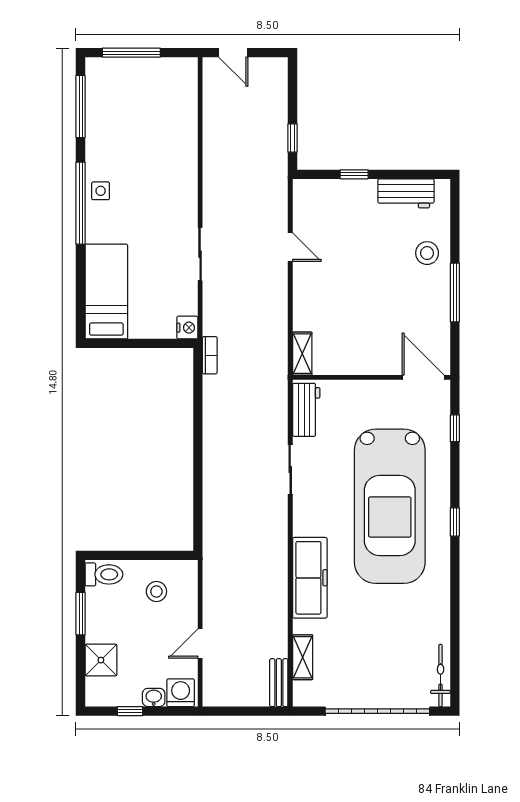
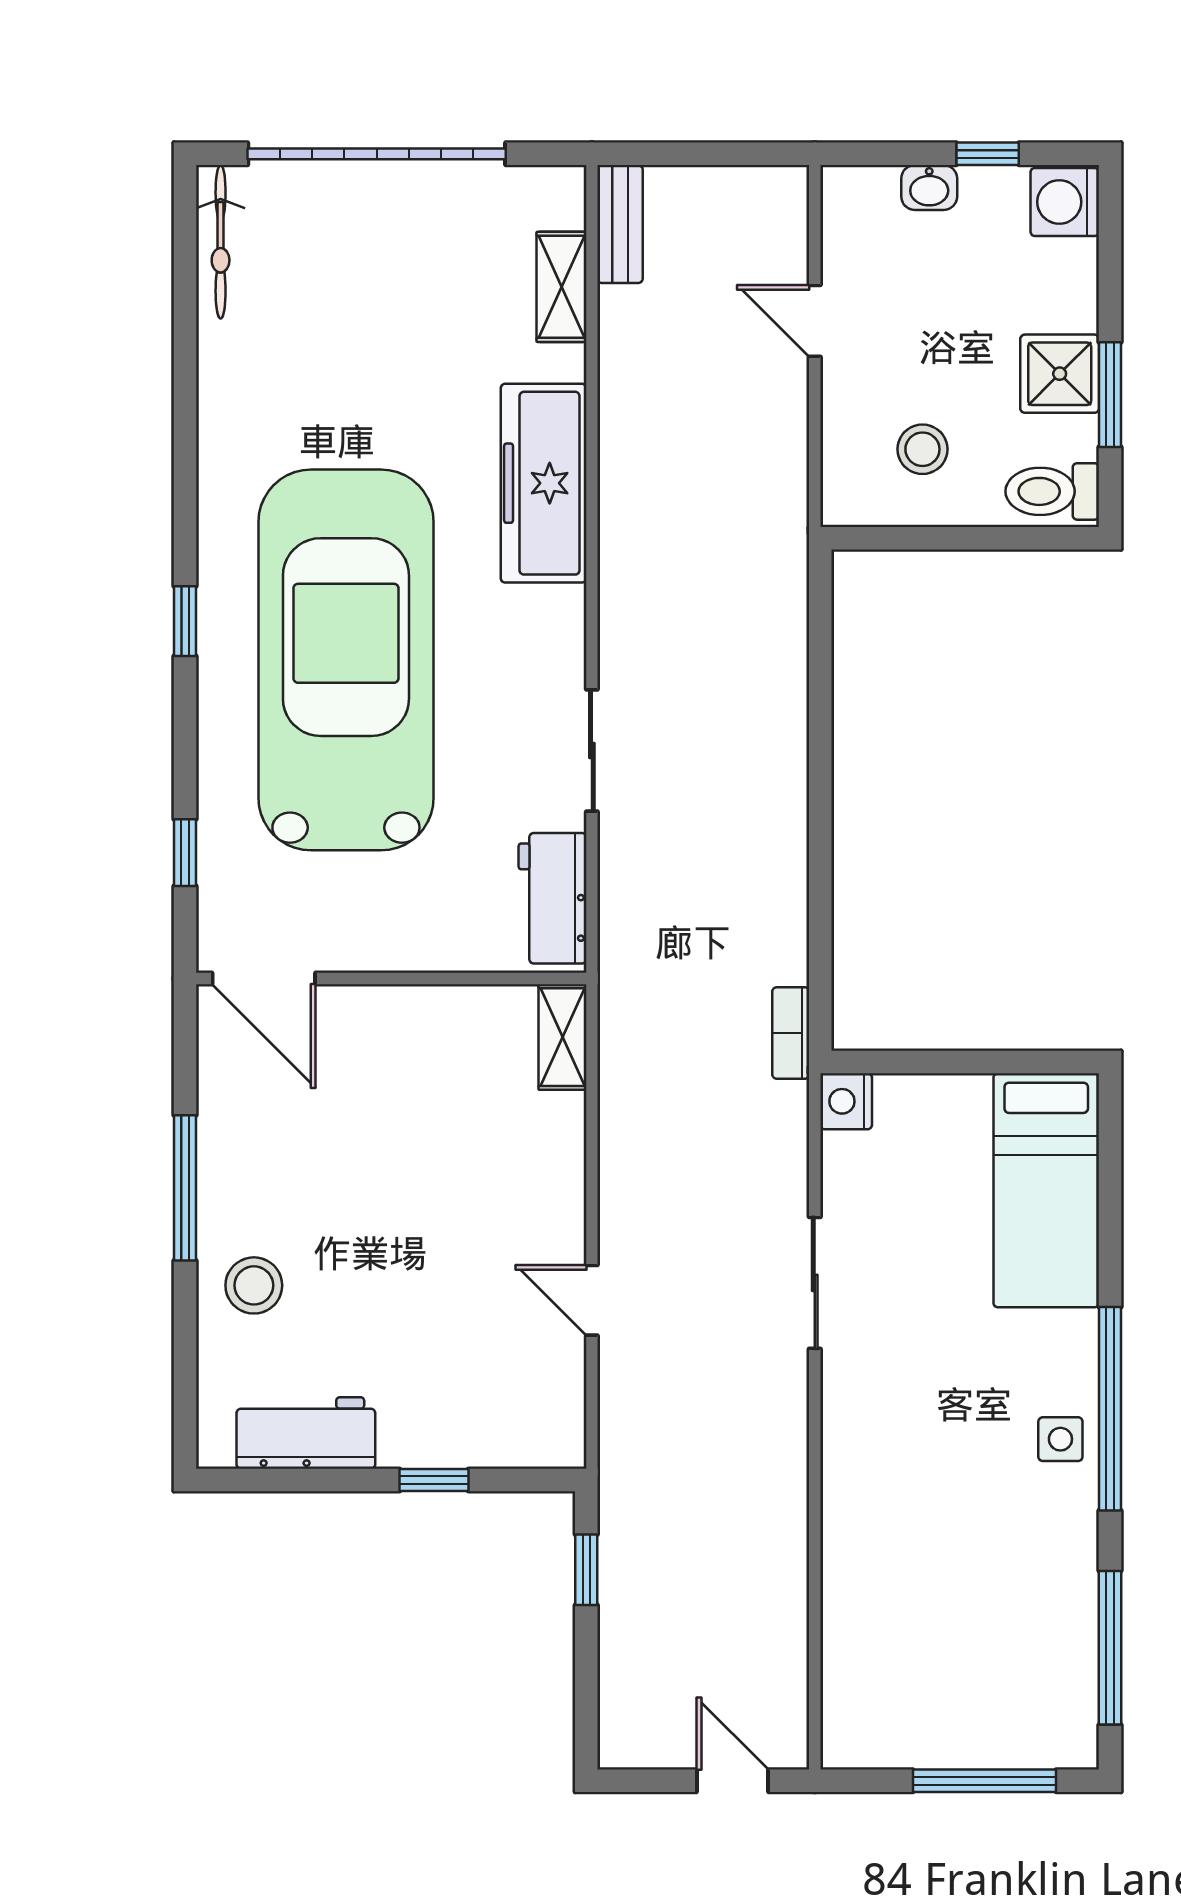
door: (200, 643) -> (815, 321), swing flipped
shower: (101, 660) -> (1060, 374), moved
washing machine: (181, 693) -> (1065, 202), moved, turned 90

